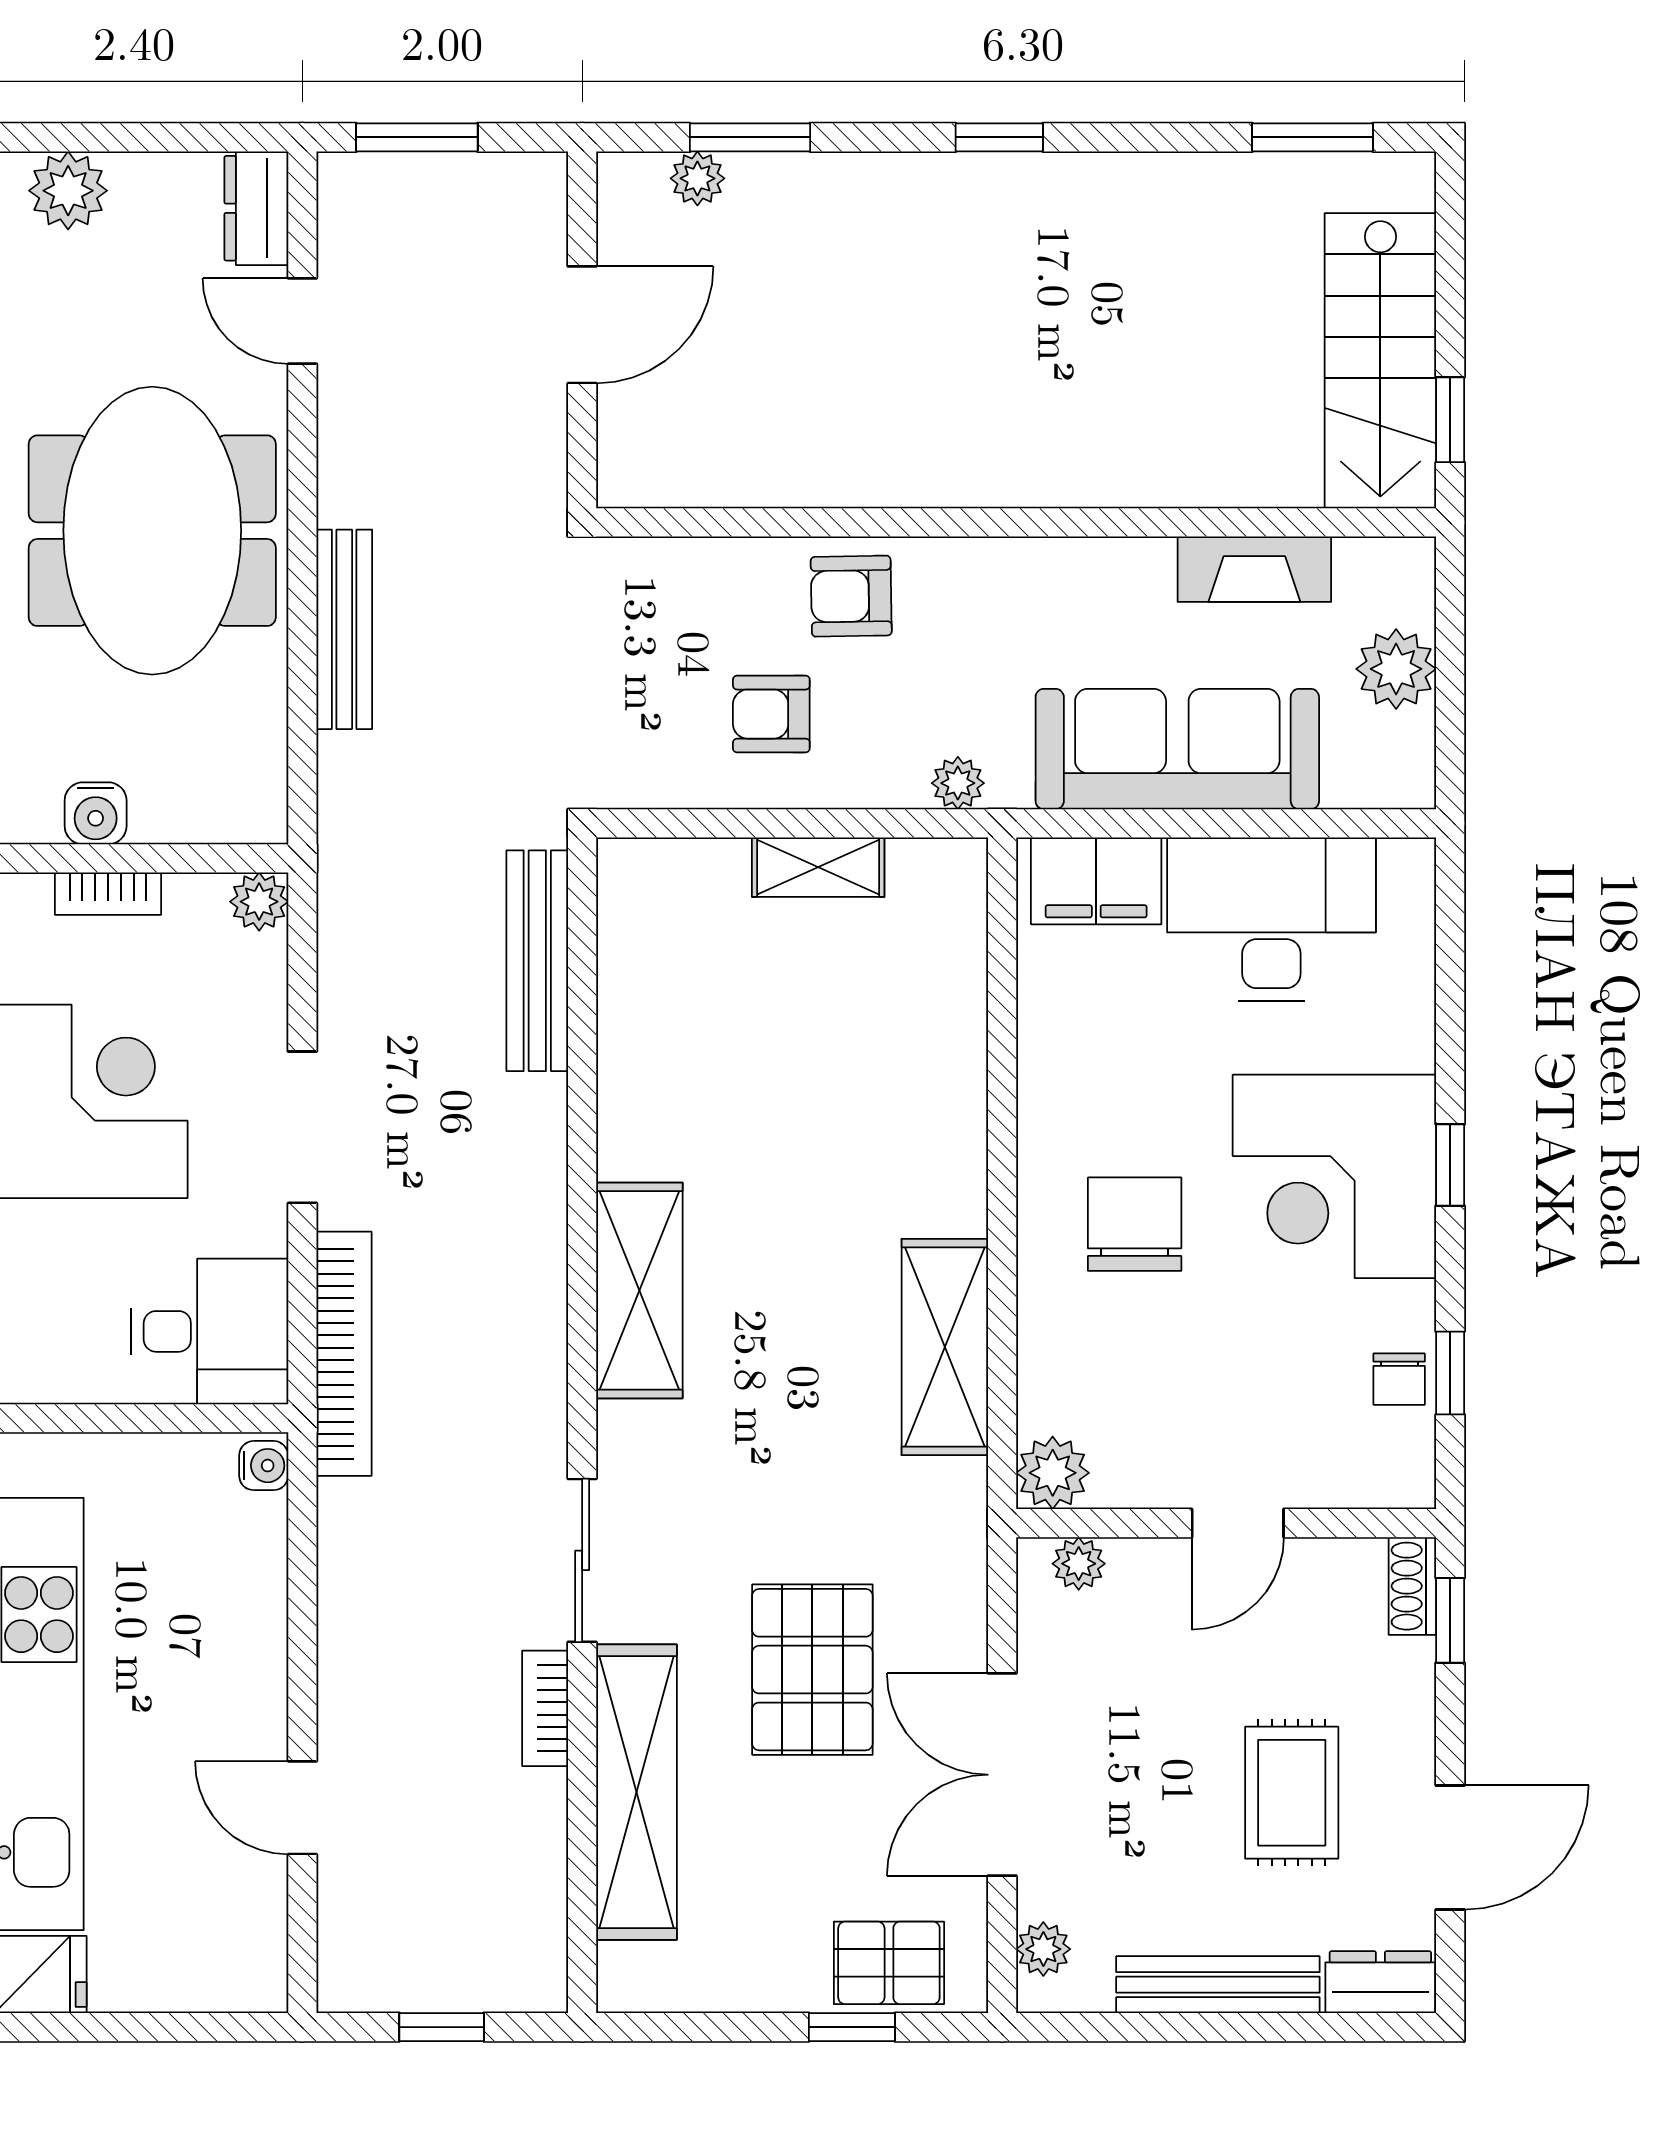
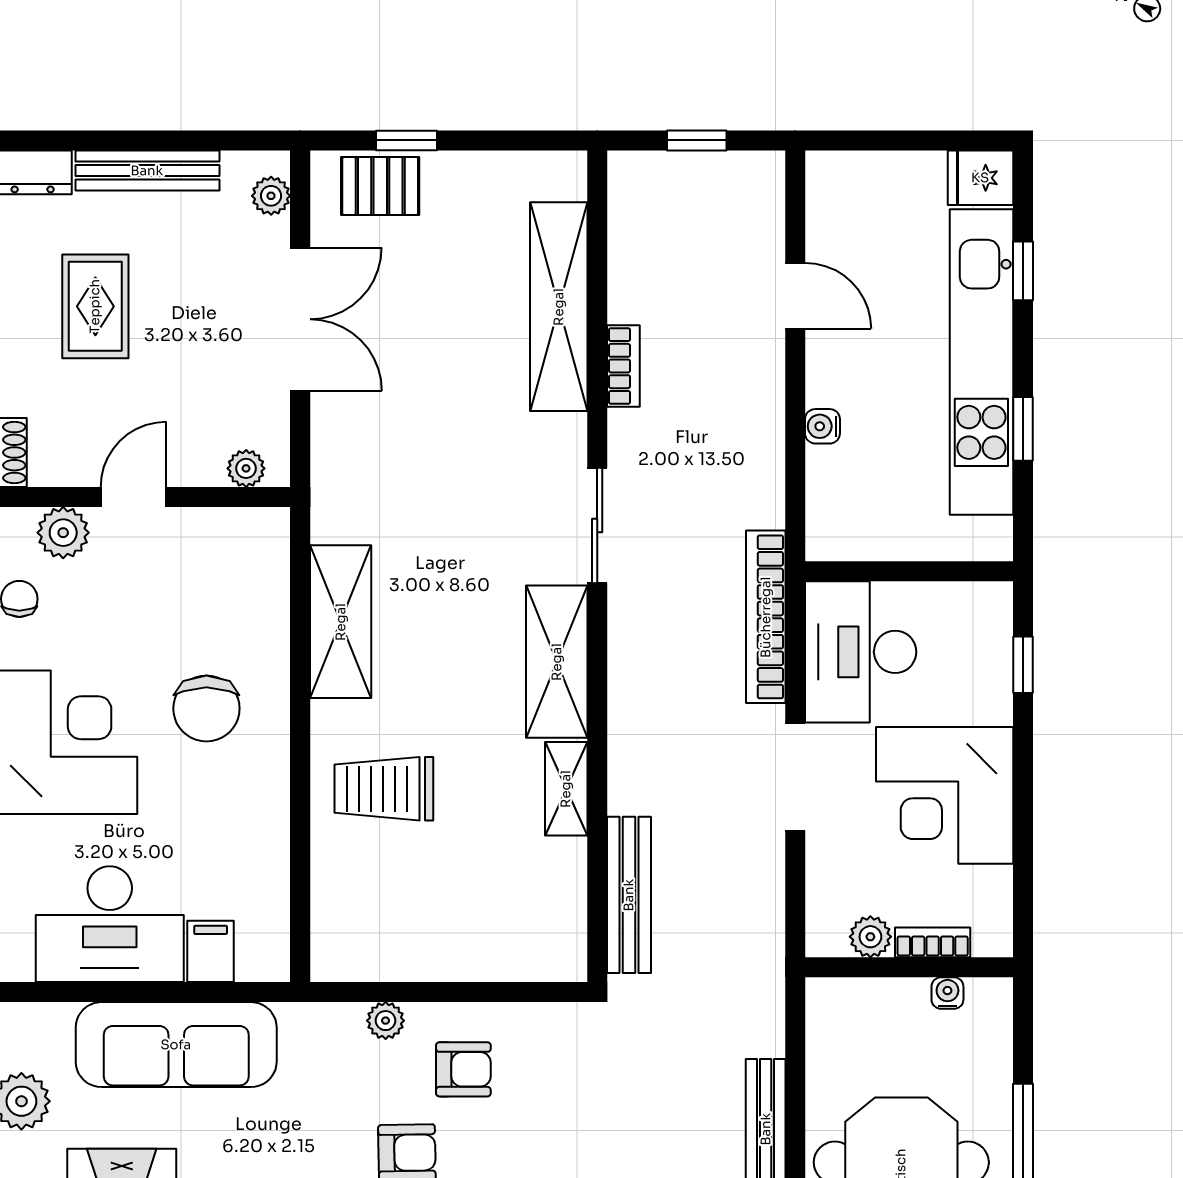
plant: (958, 783) -> (386, 1021), moved
water cooler: (96, 813) -> (947, 993), width x0.72, depth x0.72
shelving: (818, 867) -> (566, 789), moved, turned 90
filing cabinet: (1096, 881) -> (211, 951), width x0.50
plant: (259, 902) -> (870, 937), moved
trolley: (884, 1111) -> (384, 789), added
desk: (210, 1331) -> (861, 652), width x1.37
water cooler: (264, 1466) -> (822, 426), moved
plant: (1053, 1473) -> (63, 533), moved
sliding door: (582, 1560) -> (597, 525), moved
pallet: (812, 1670) -> (434, 393), removed

